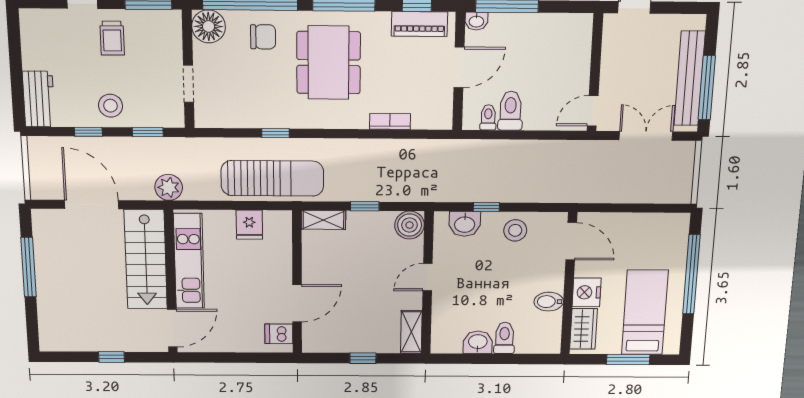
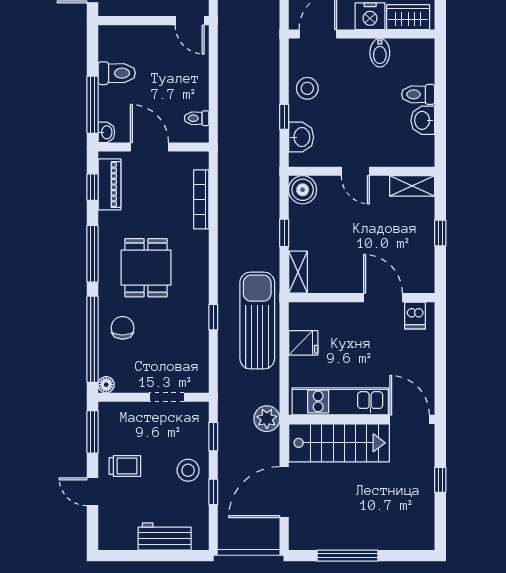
floor lamp: (209, 26) -> (106, 385), width x0.53, depth x0.53
dining table: (329, 63) -> (146, 268), width x0.73
workbench: (39, 99) -> (165, 536), moved
toilet: (510, 111) -> (117, 73), moved, turned 180
bookcase: (390, 121) -> (201, 199), width x1.56

